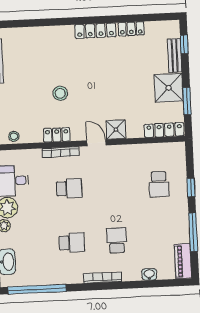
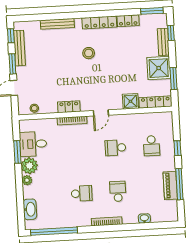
window: (161, 17) -> (152, 11), added
bench: (43, 32) -> (57, 24), added
stool: (60, 93) -> (89, 53), moved
shower: (116, 130) -> (130, 101), moved
door: (96, 143) -> (101, 113), swing flipped
school desk: (69, 188) -> (115, 148), moved, turned 180
piano: (183, 261) -> (170, 185), moved

